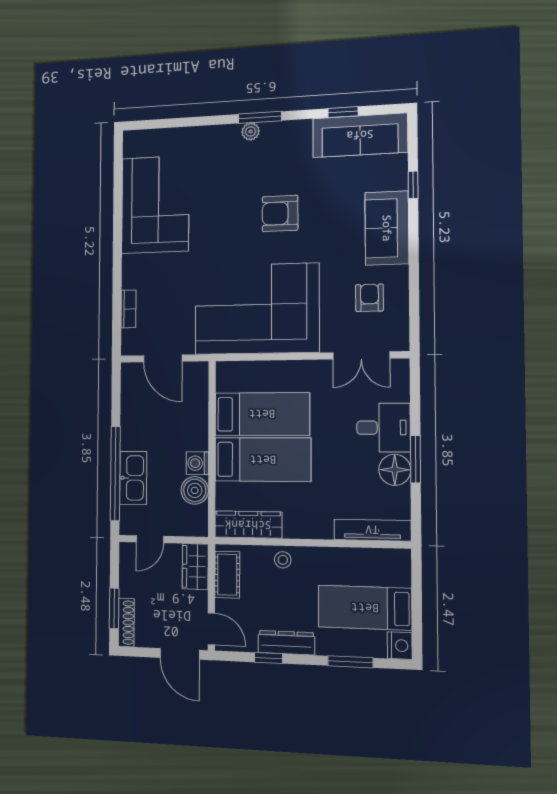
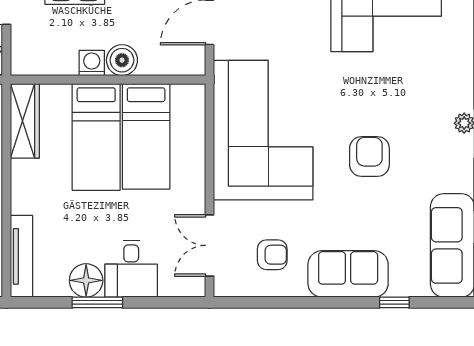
boiler: (195, 490) -> (122, 60), moved

